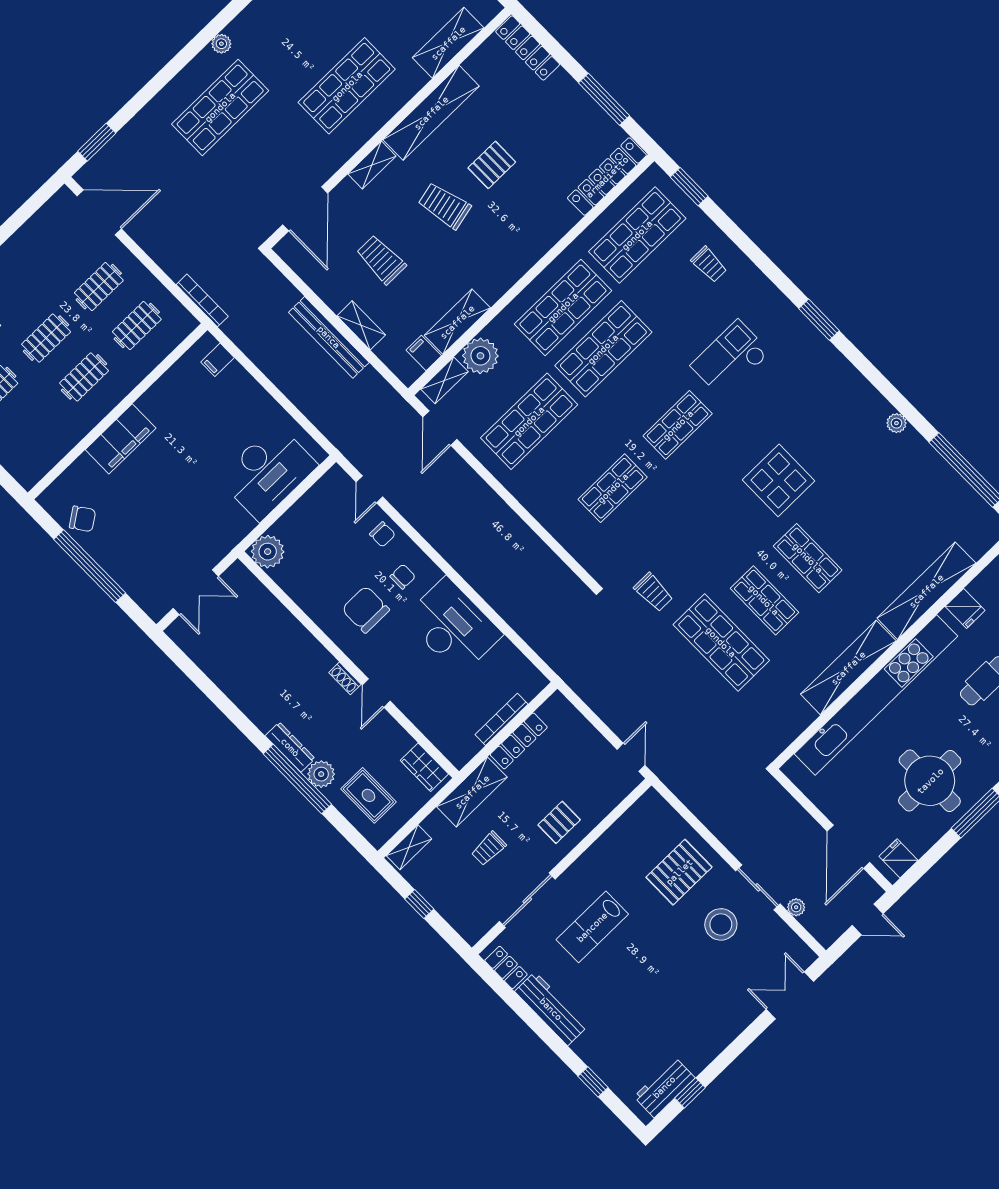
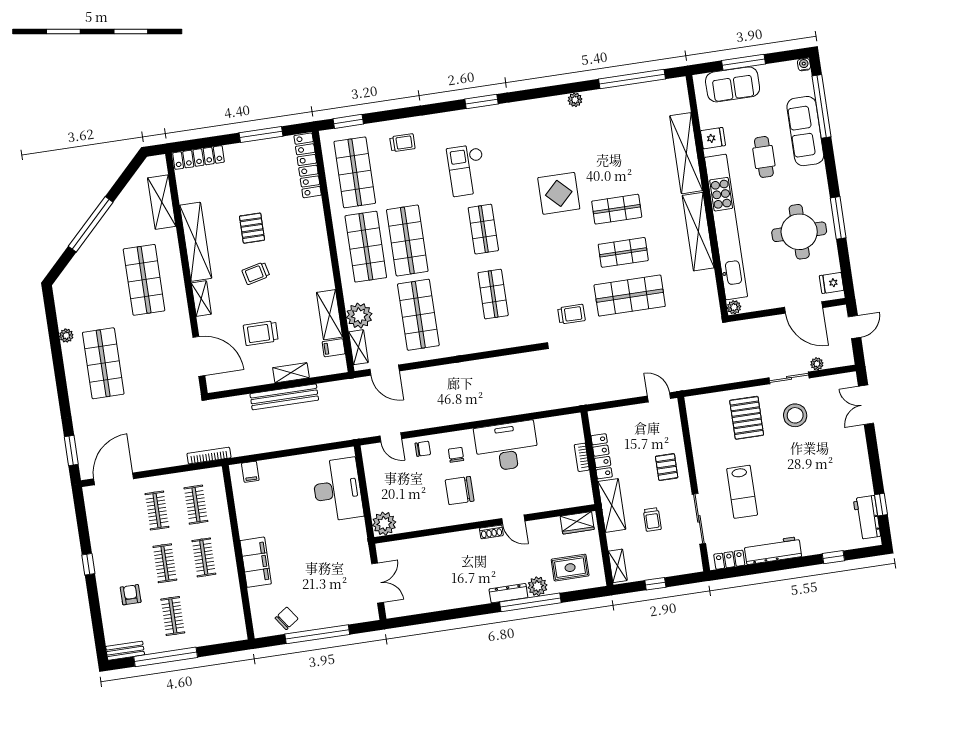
trolley: (444, 206) -> (256, 273), width x0.73, depth x0.72
bookcase: (501, 719) -> (582, 457), width x0.64
plant: (793, 769) -> (734, 307), added

